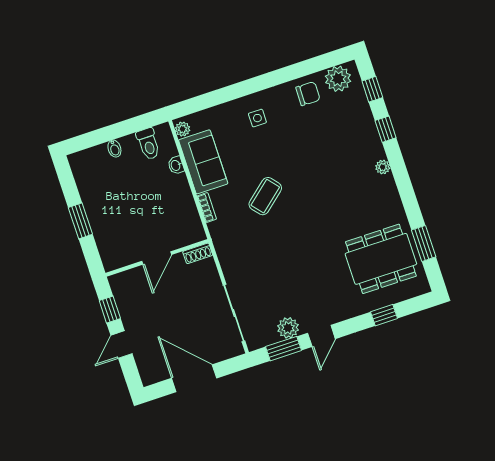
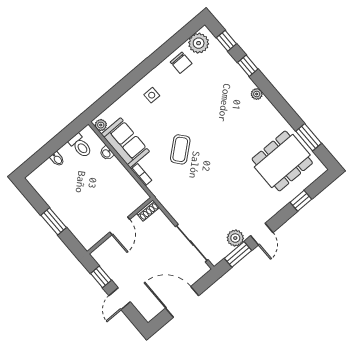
chair: (308, 94) -> (181, 63), turned 89

